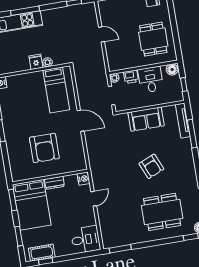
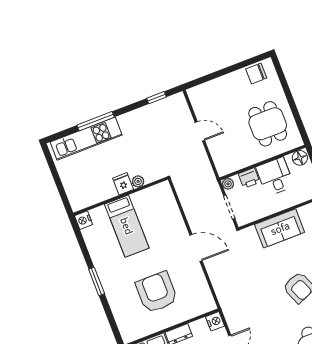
bed: (56, 90) -> (127, 226), moved
armchair: (44, 148) -> (157, 292), turned 180

